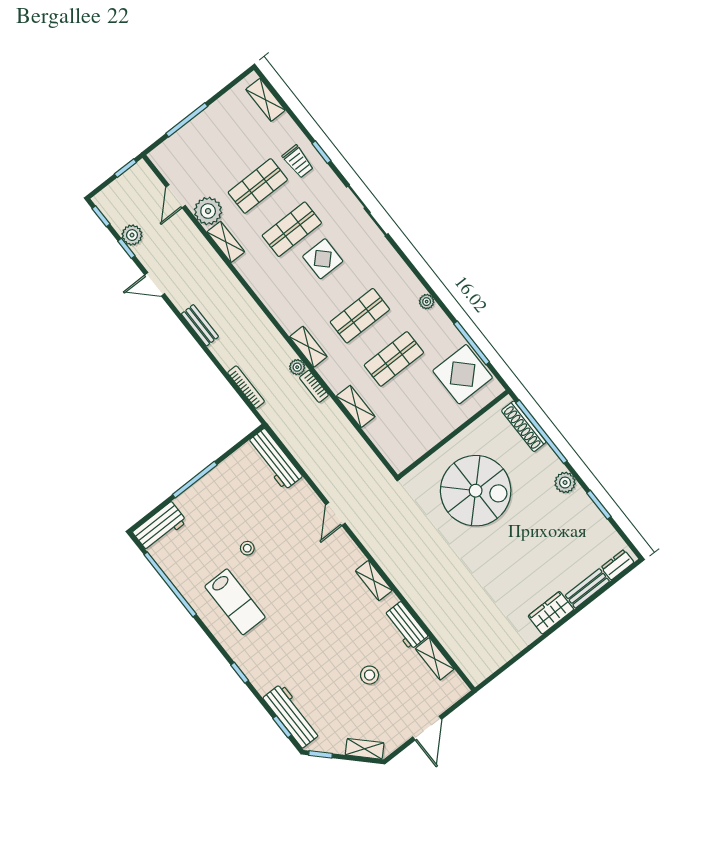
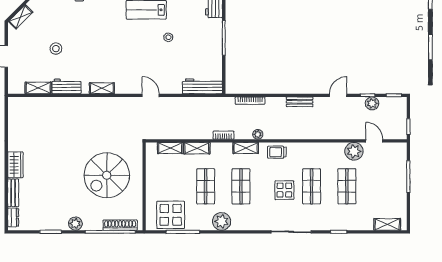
trolley: (298, 162) -> (277, 152), moved
shelving: (226, 242) -> (170, 148), moved
plant: (427, 302) -> (222, 221), width x1.88, depth x1.88
plant: (297, 367) -> (258, 134), moved

